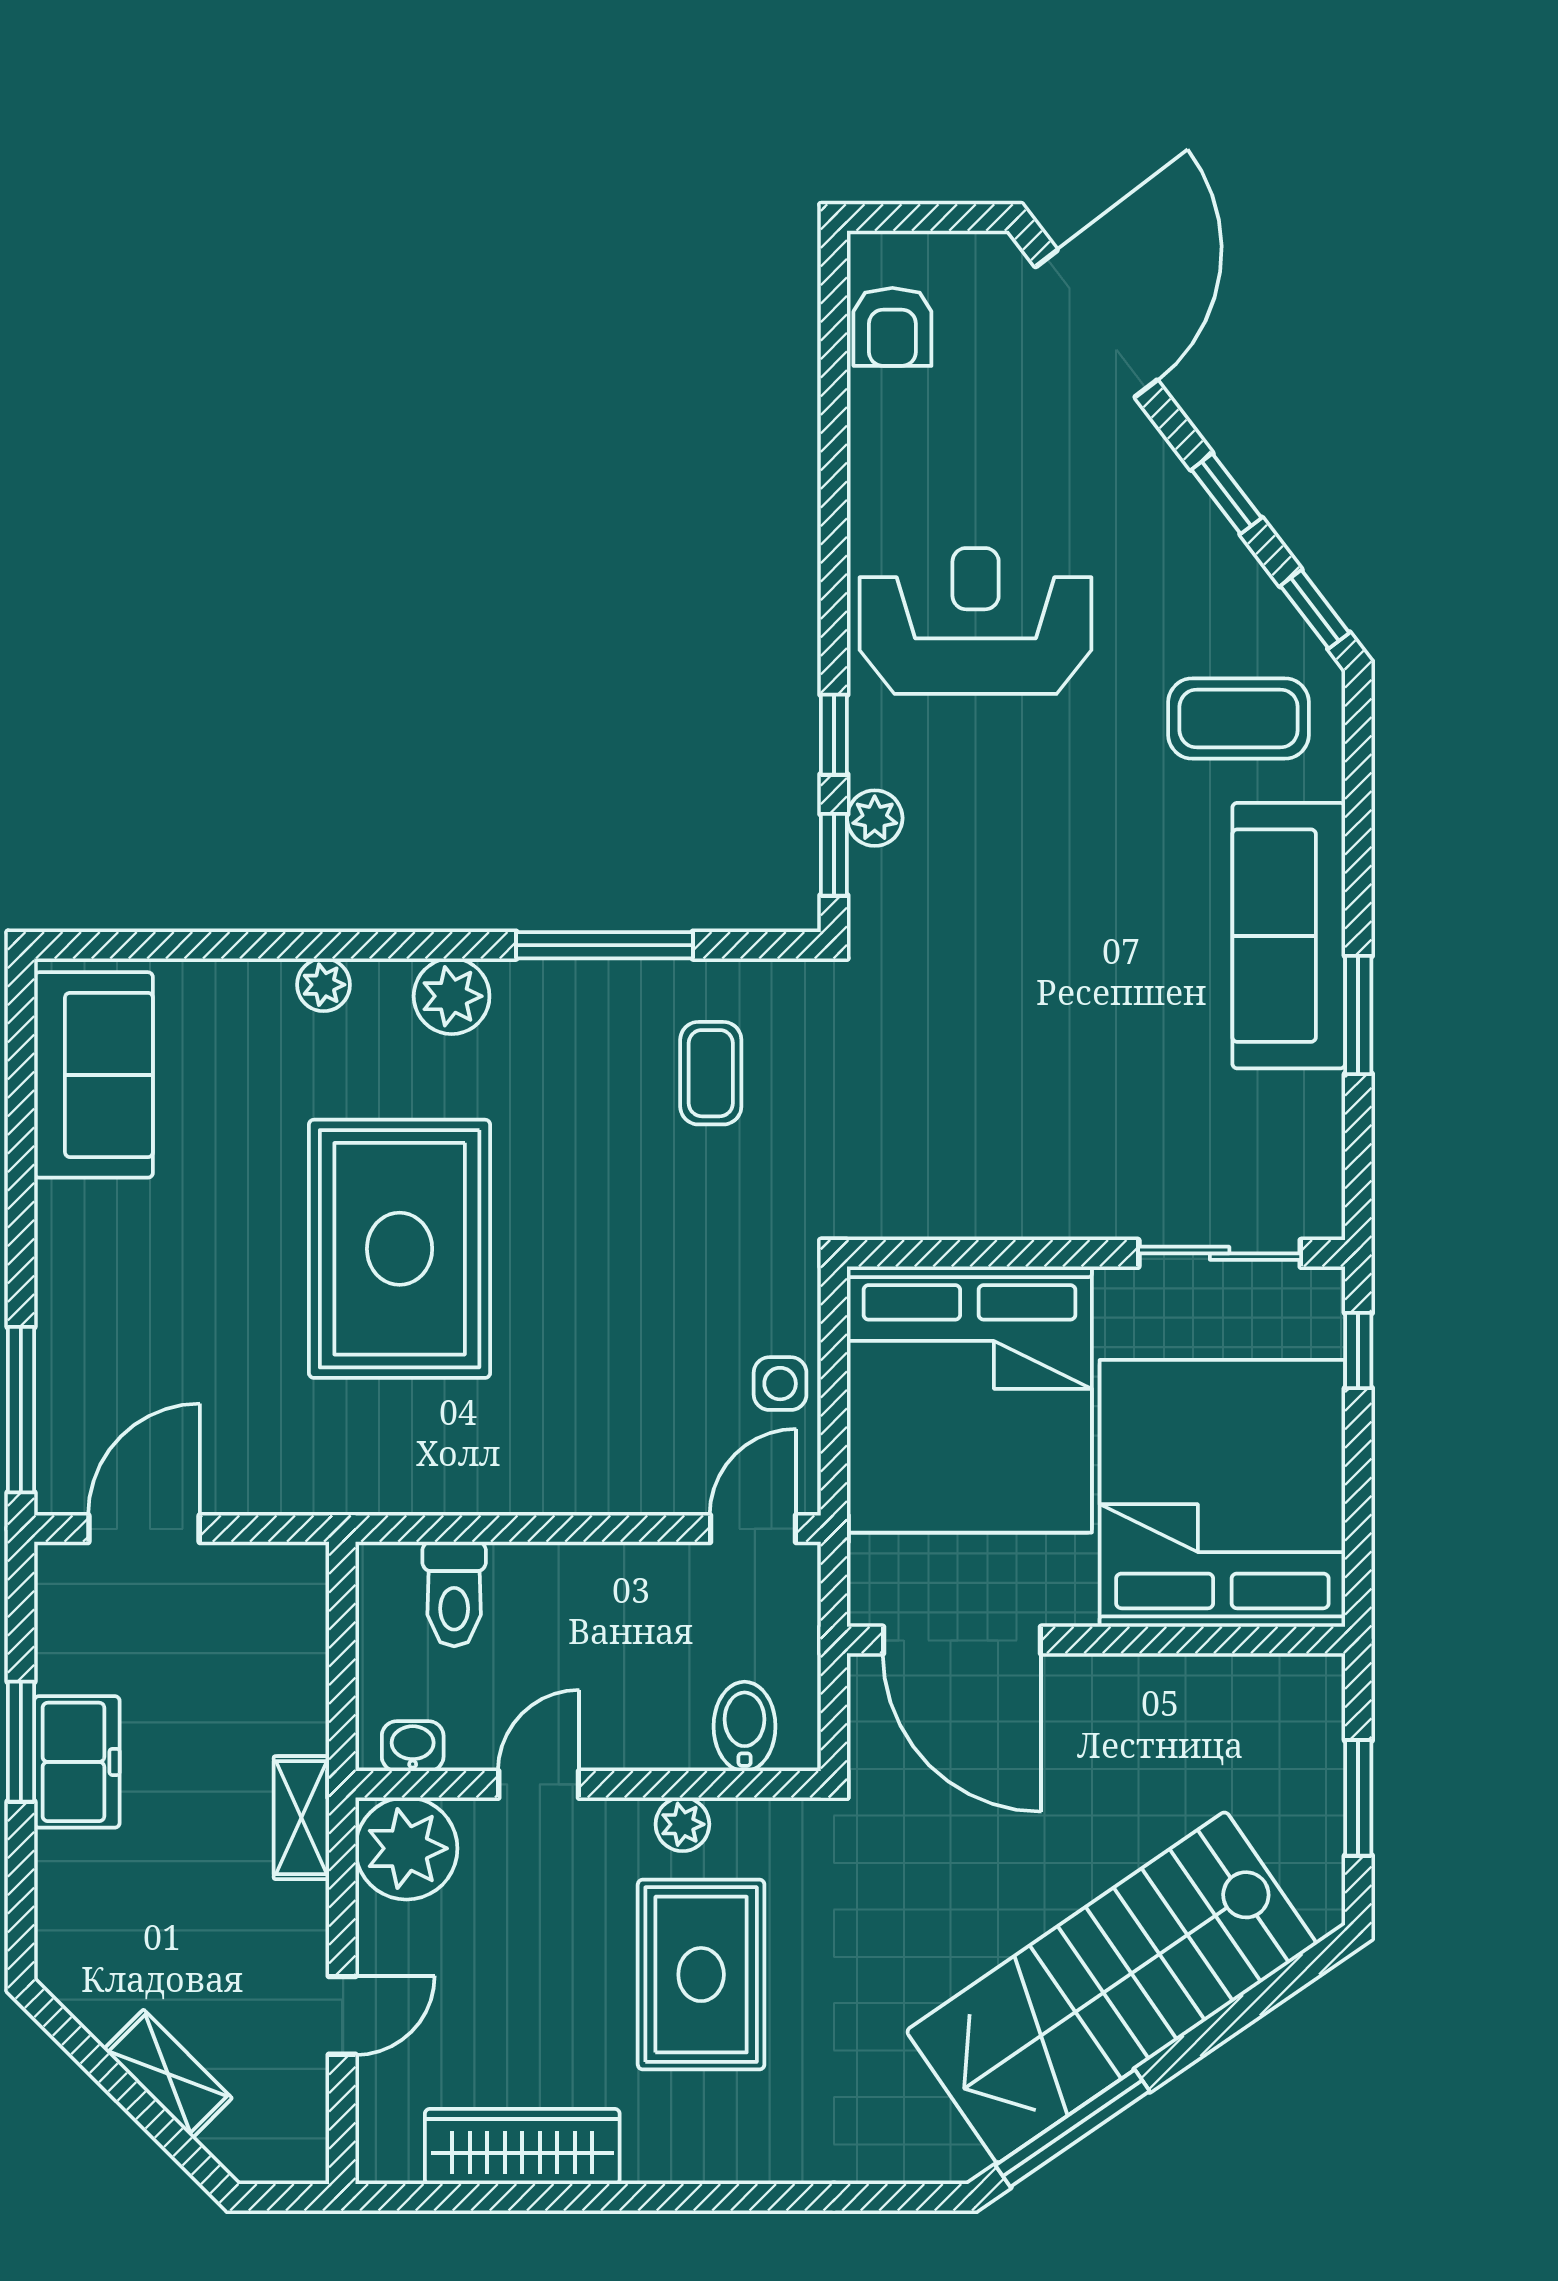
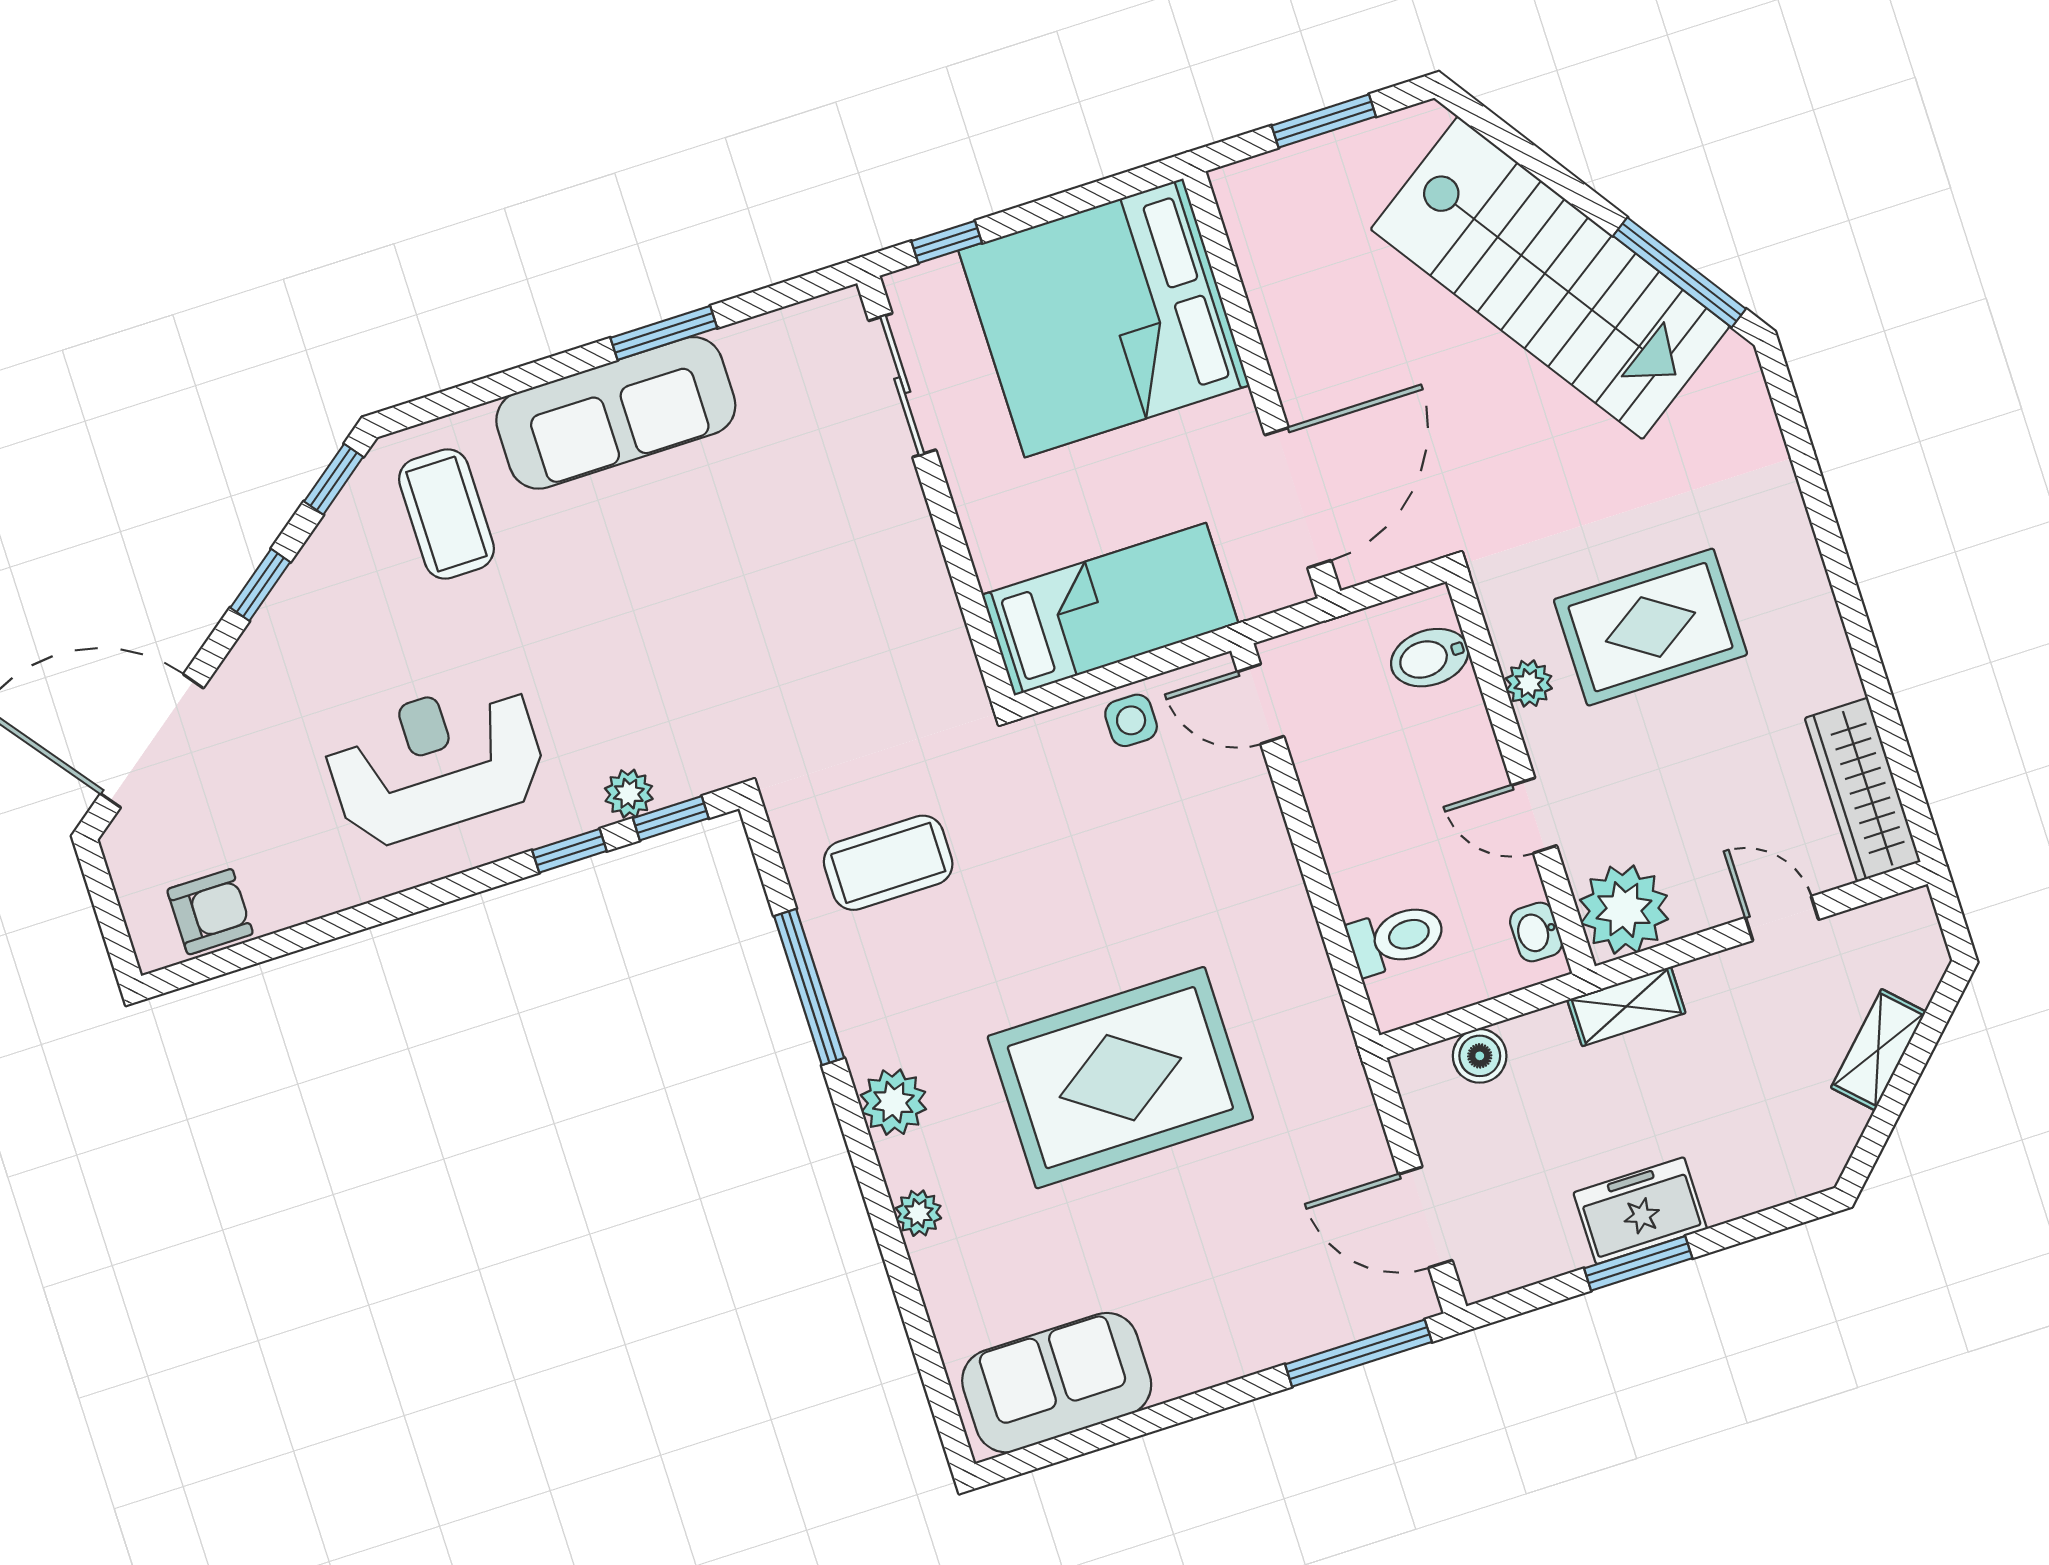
reception desk: (976, 621) -> (435, 762), turned 90
coffee table: (711, 1073) -> (888, 863), width x1.36, depth x1.30
bed: (969, 1400) -> (1110, 609), width x0.49
boiler: (299, 1643) -> (1480, 1056), added
wardrobe: (522, 2147) -> (1863, 790), moved

